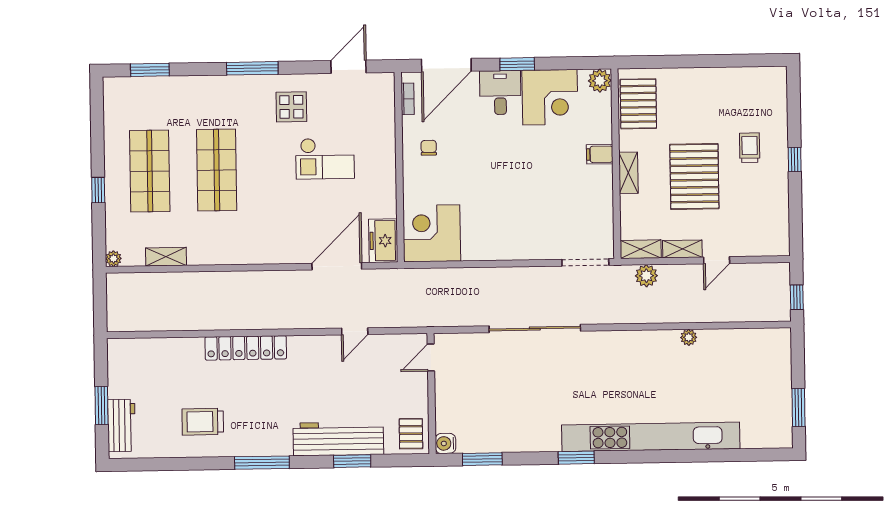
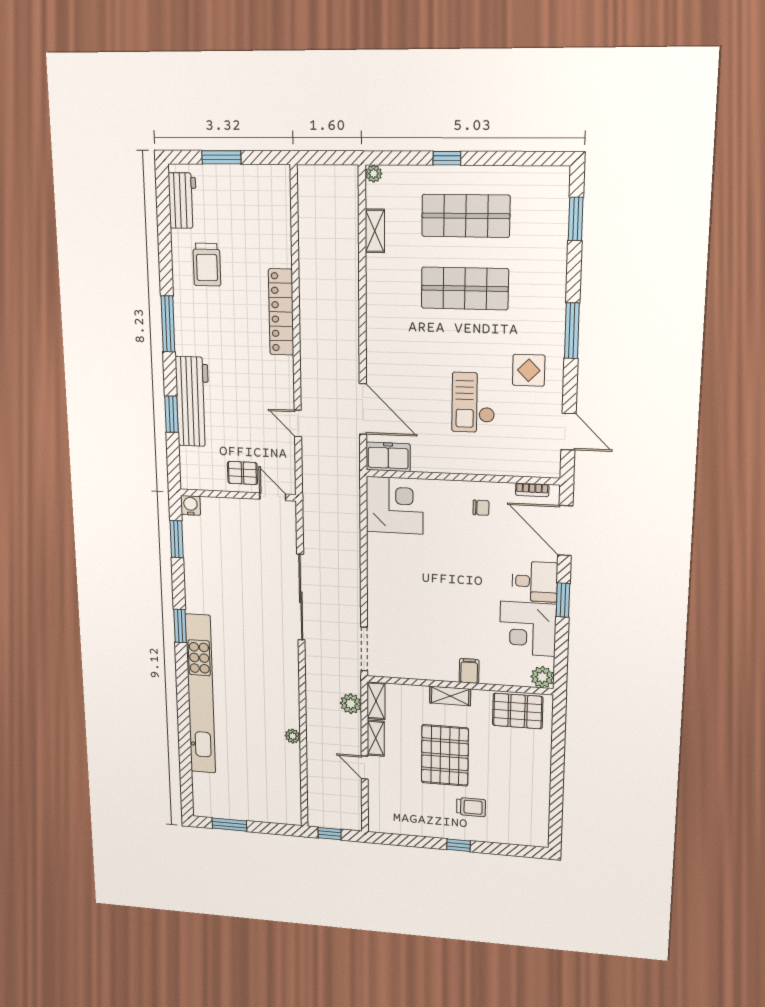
pallet: (694, 176) -> (445, 755), turned 90
trolley: (203, 422) -> (207, 265), turned 180
workbench: (121, 425) -> (183, 201), moved, turned -90
pallet: (411, 434) -> (242, 473), moved

